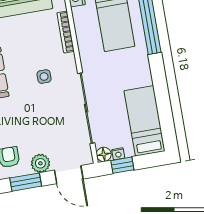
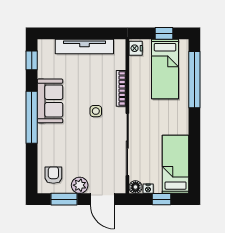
bookcase: (66, 32) -> (121, 88), moved
window: (122, 165) -> (161, 199), moved

